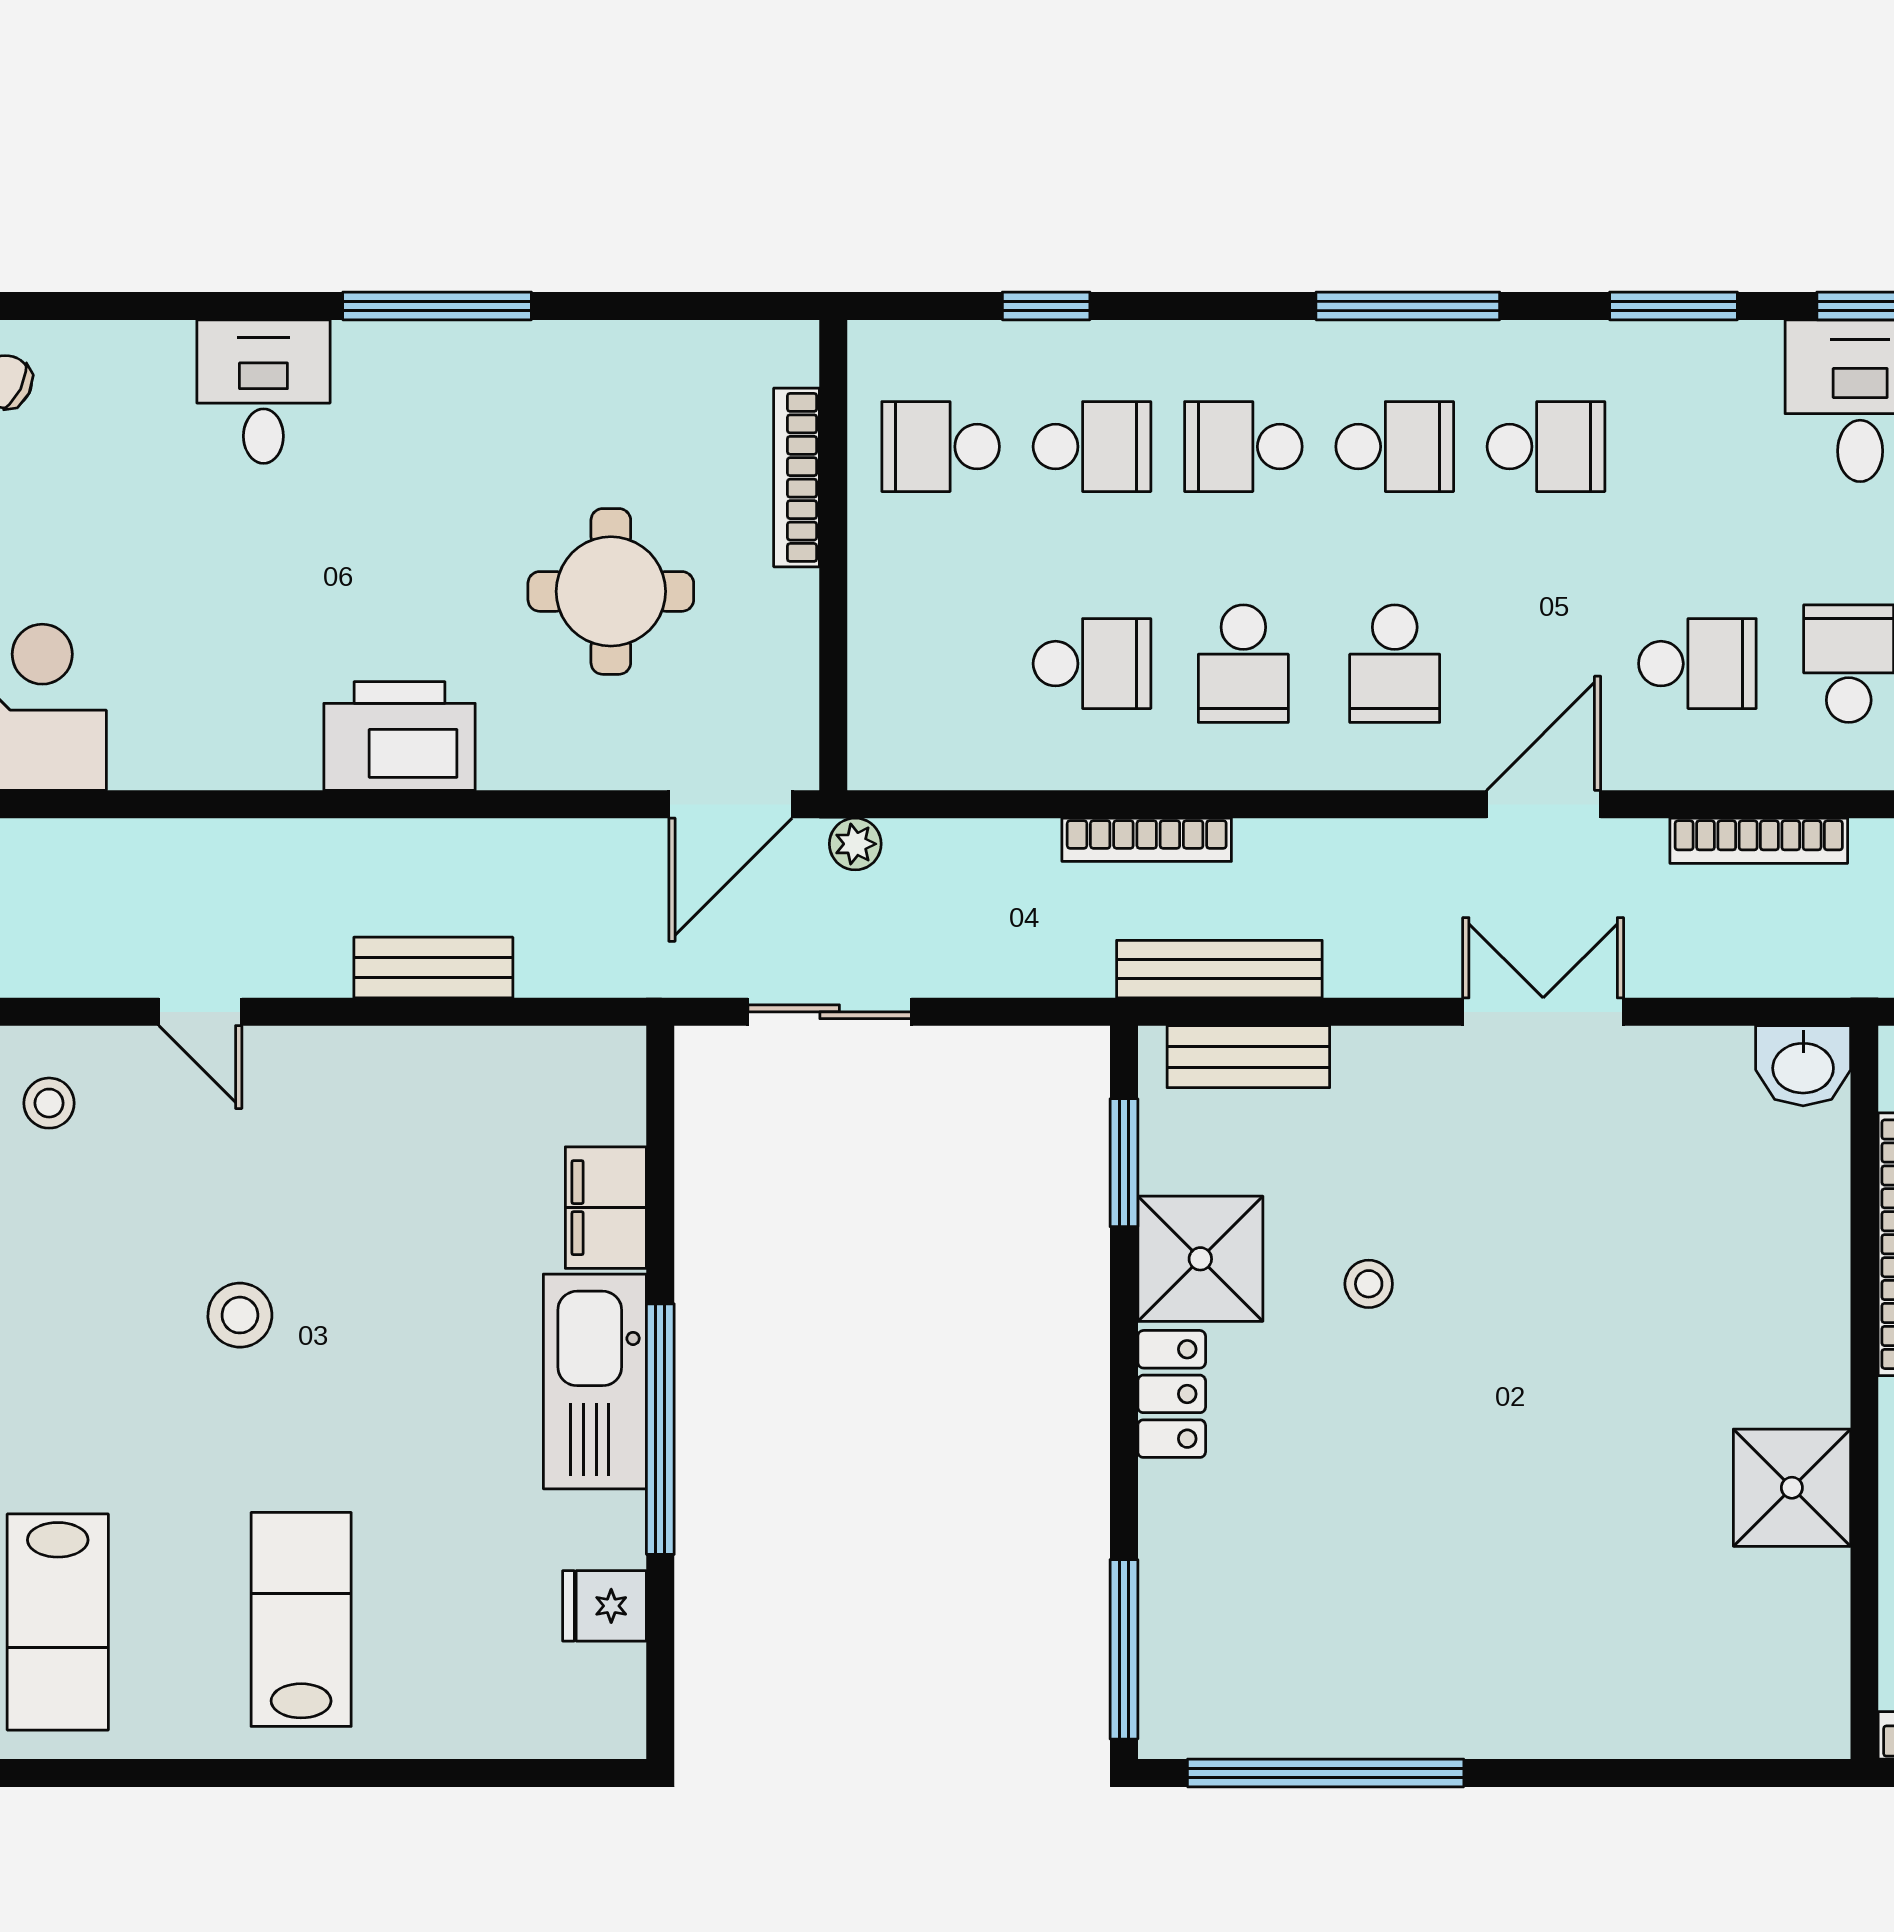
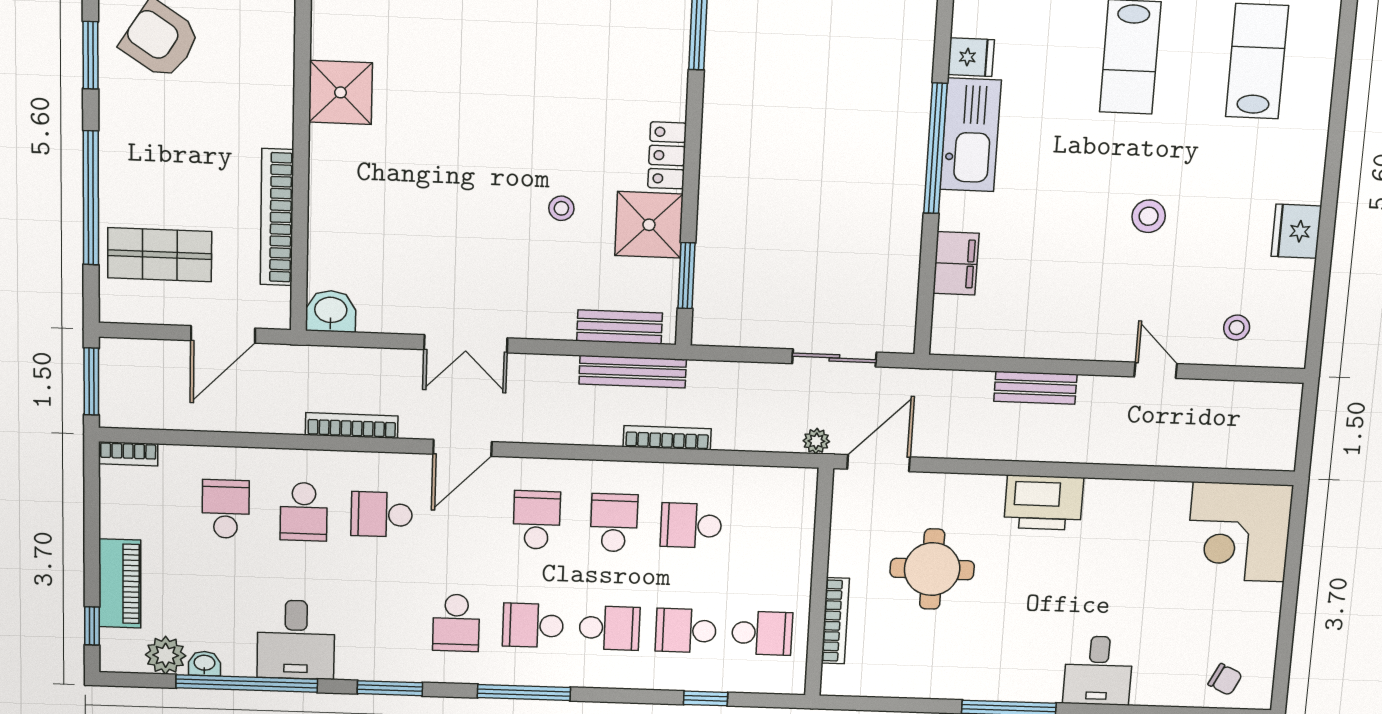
school desk: (1546, 447) -> (456, 623), turned -90
kitchen sink: (595, 1381) -> (971, 135), moved

